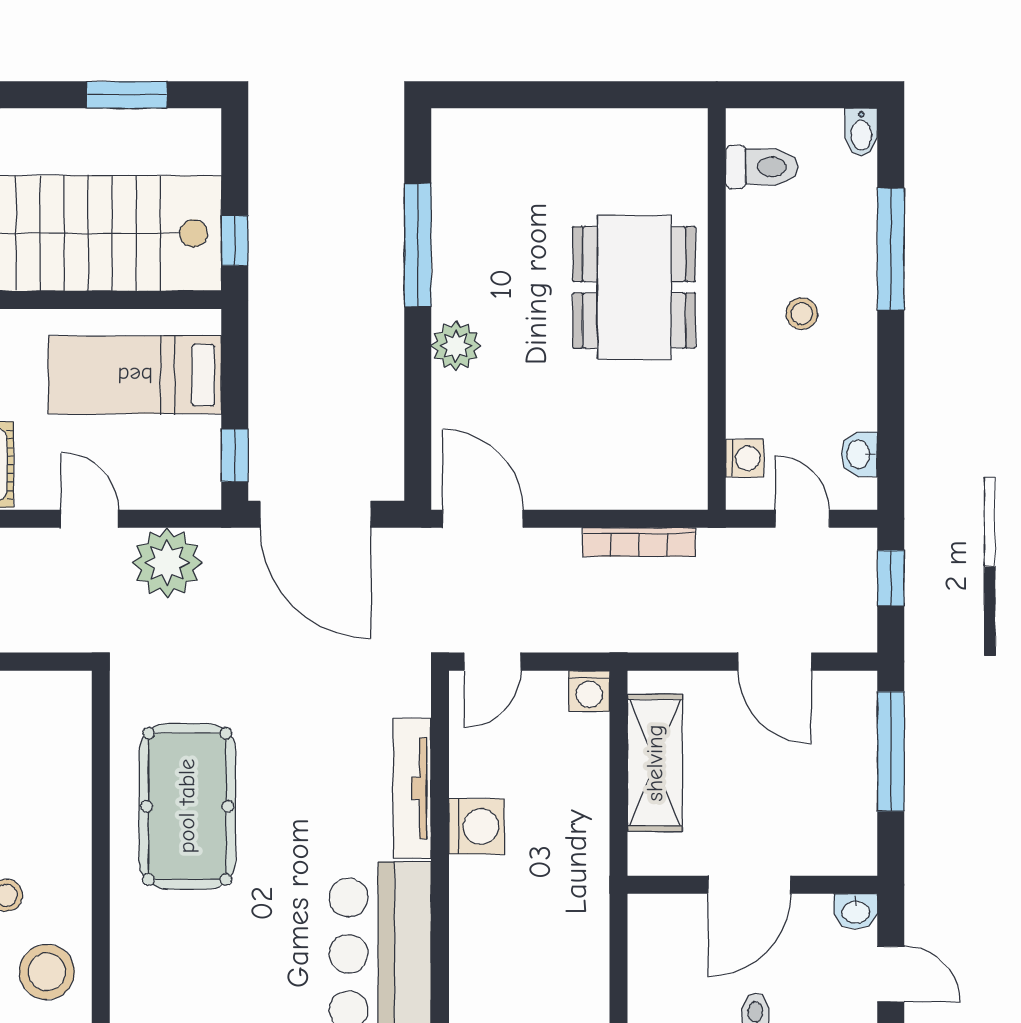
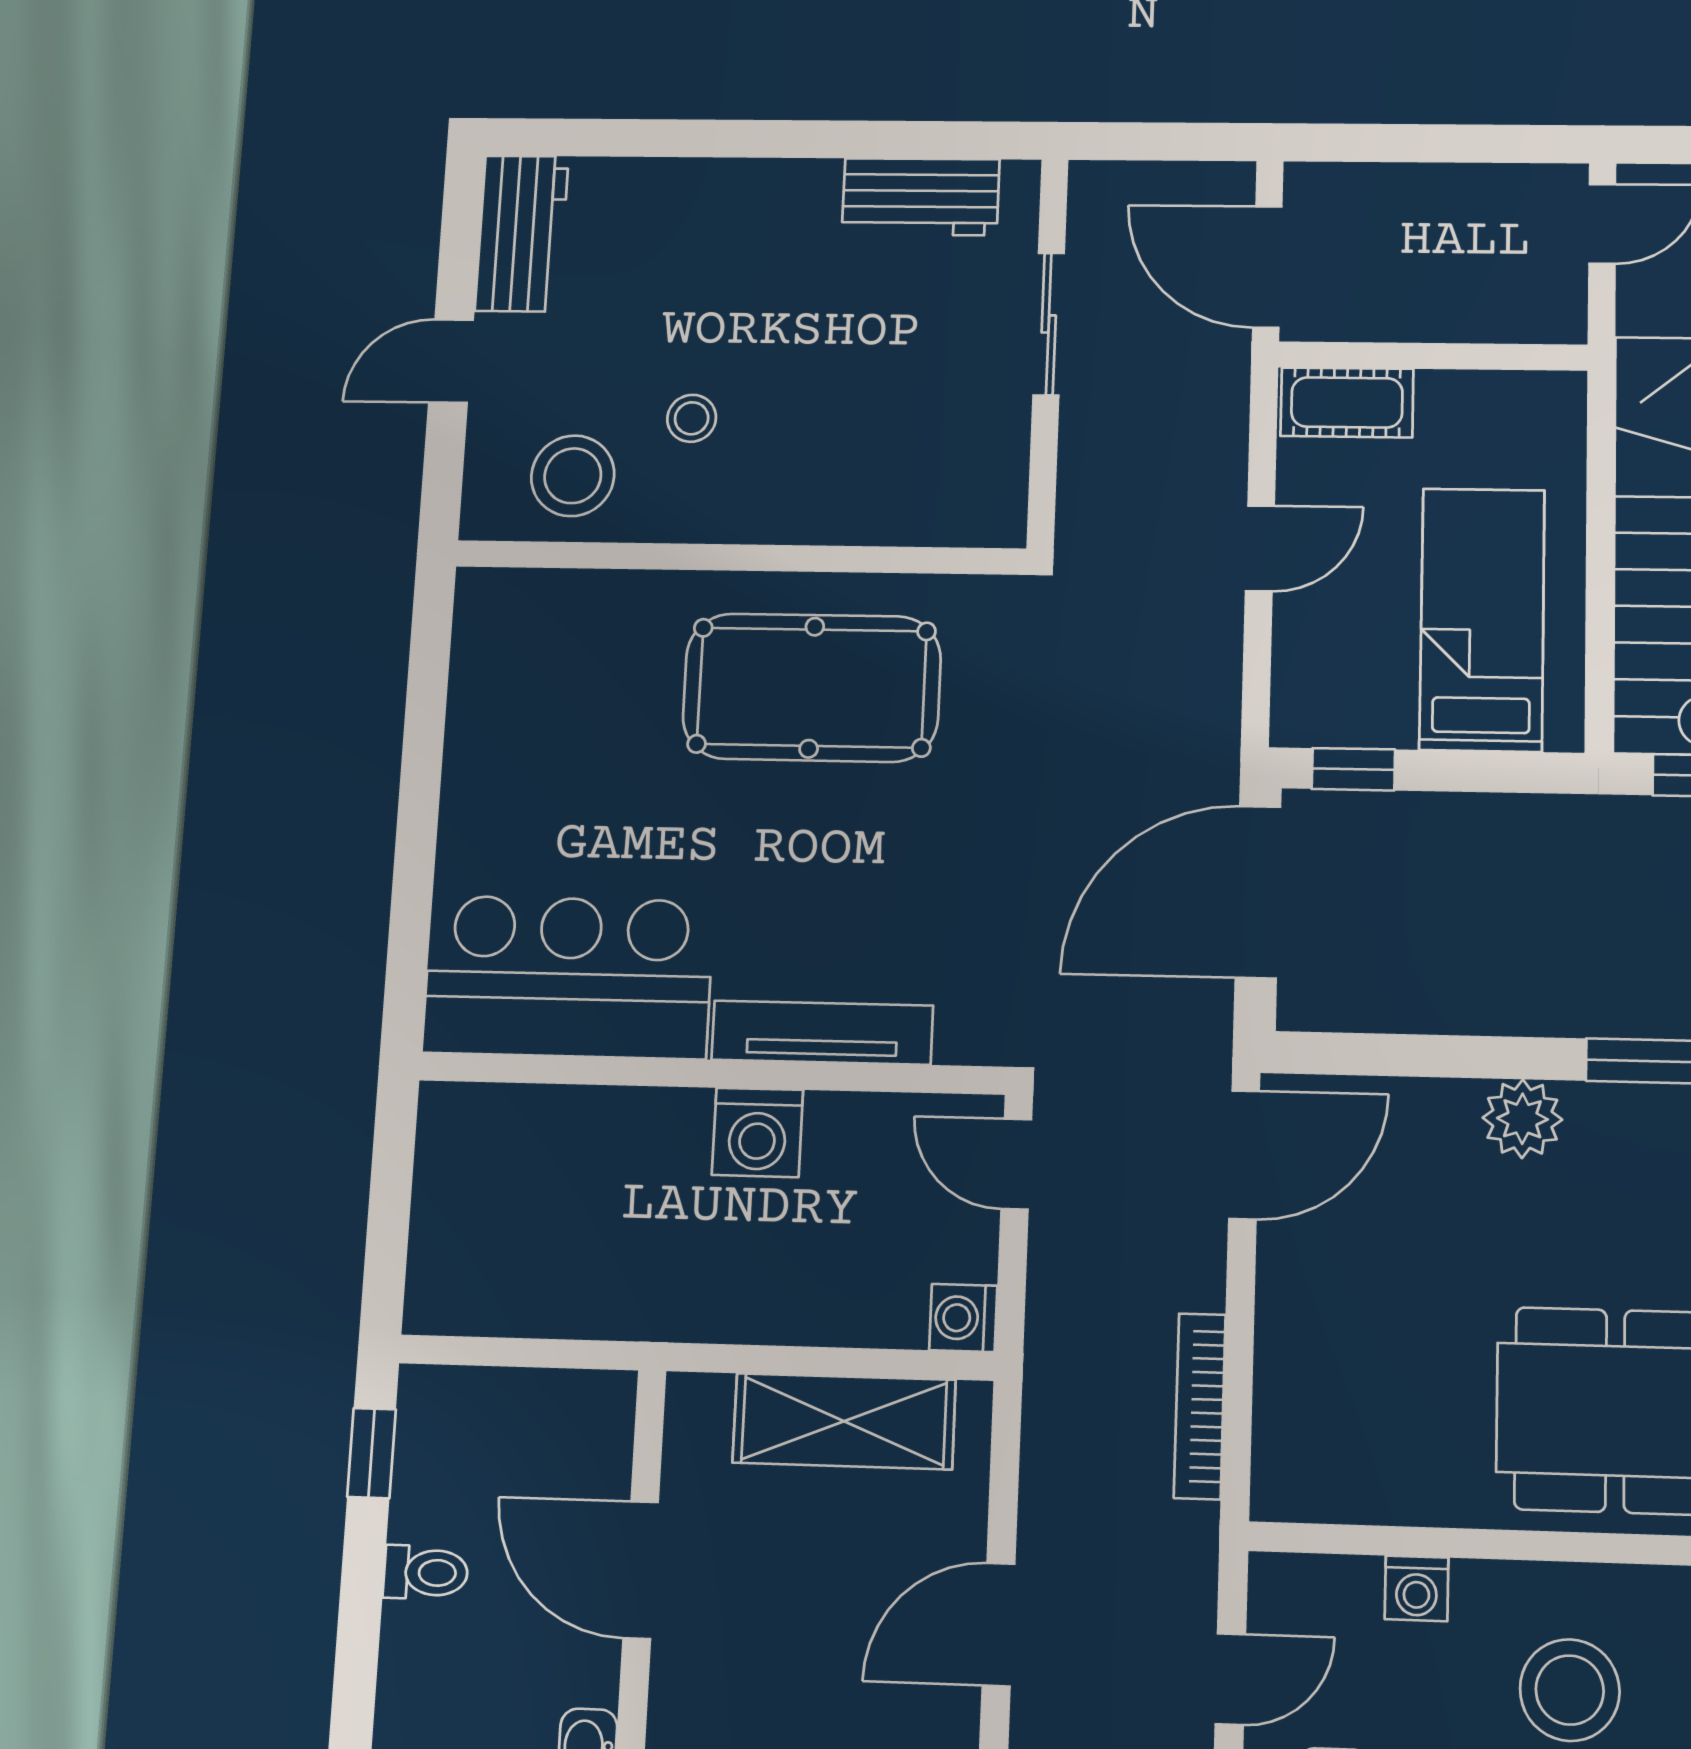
stool: (802, 314) -> (1570, 1690), width x1.89, depth x1.89
washing machine: (745, 458) -> (1417, 1588), moved
plant: (167, 563) -> (1188, 663), removed

